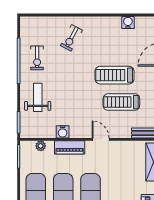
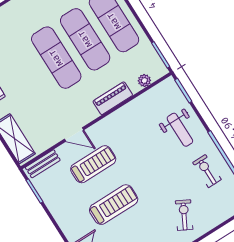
treadmill: (121, 102) -> (93, 164), moved
water cooler: (63, 132) -> (131, 110), removed
door: (101, 139) -> (74, 134), moved

